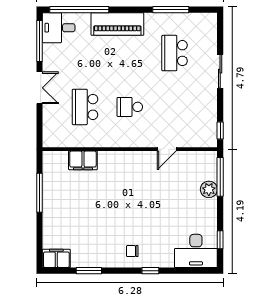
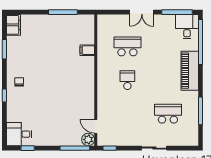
door: (167, 149) -> (96, 126), moved
filing cabinet: (83, 160) -> (87, 50), width x0.50
plant: (209, 189) -> (88, 139), moved
desk: (196, 251) -> (19, 134), width x0.73

